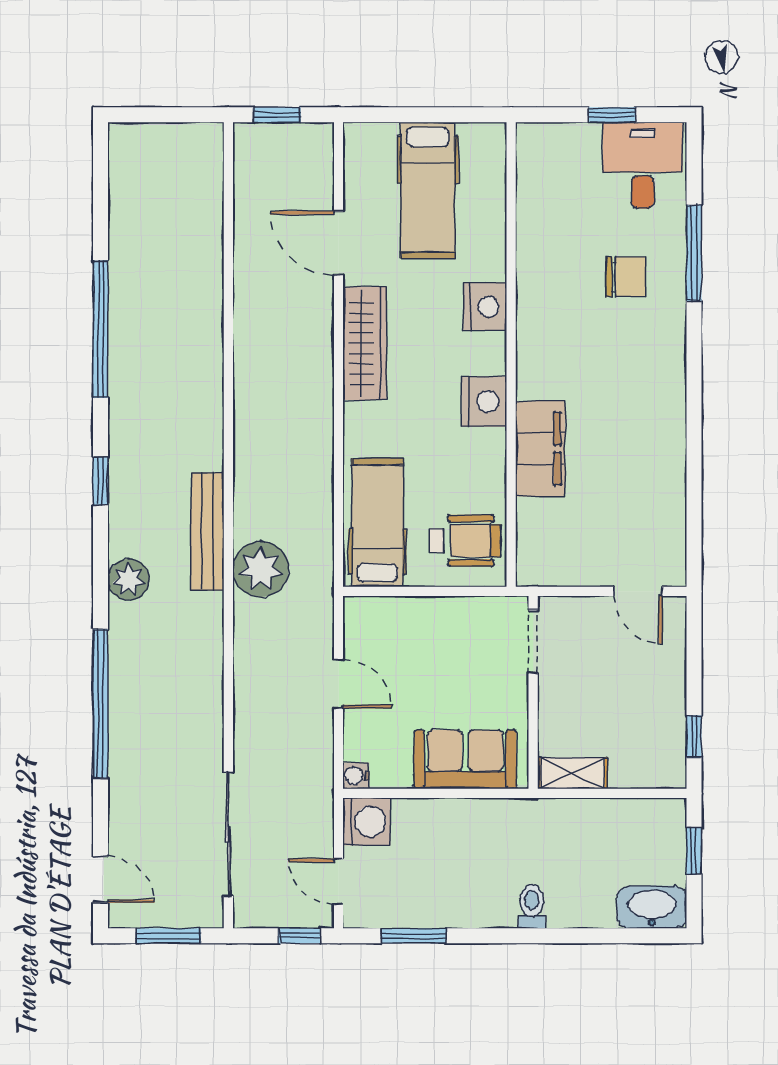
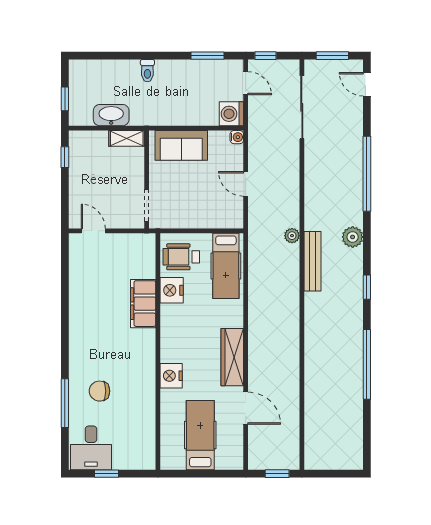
nightstand: (484, 402) -> (172, 290), moved
plant: (261, 569) -> (292, 236), width x0.53, depth x0.53
washbasin: (652, 907) -> (111, 115), moved, turned 180

